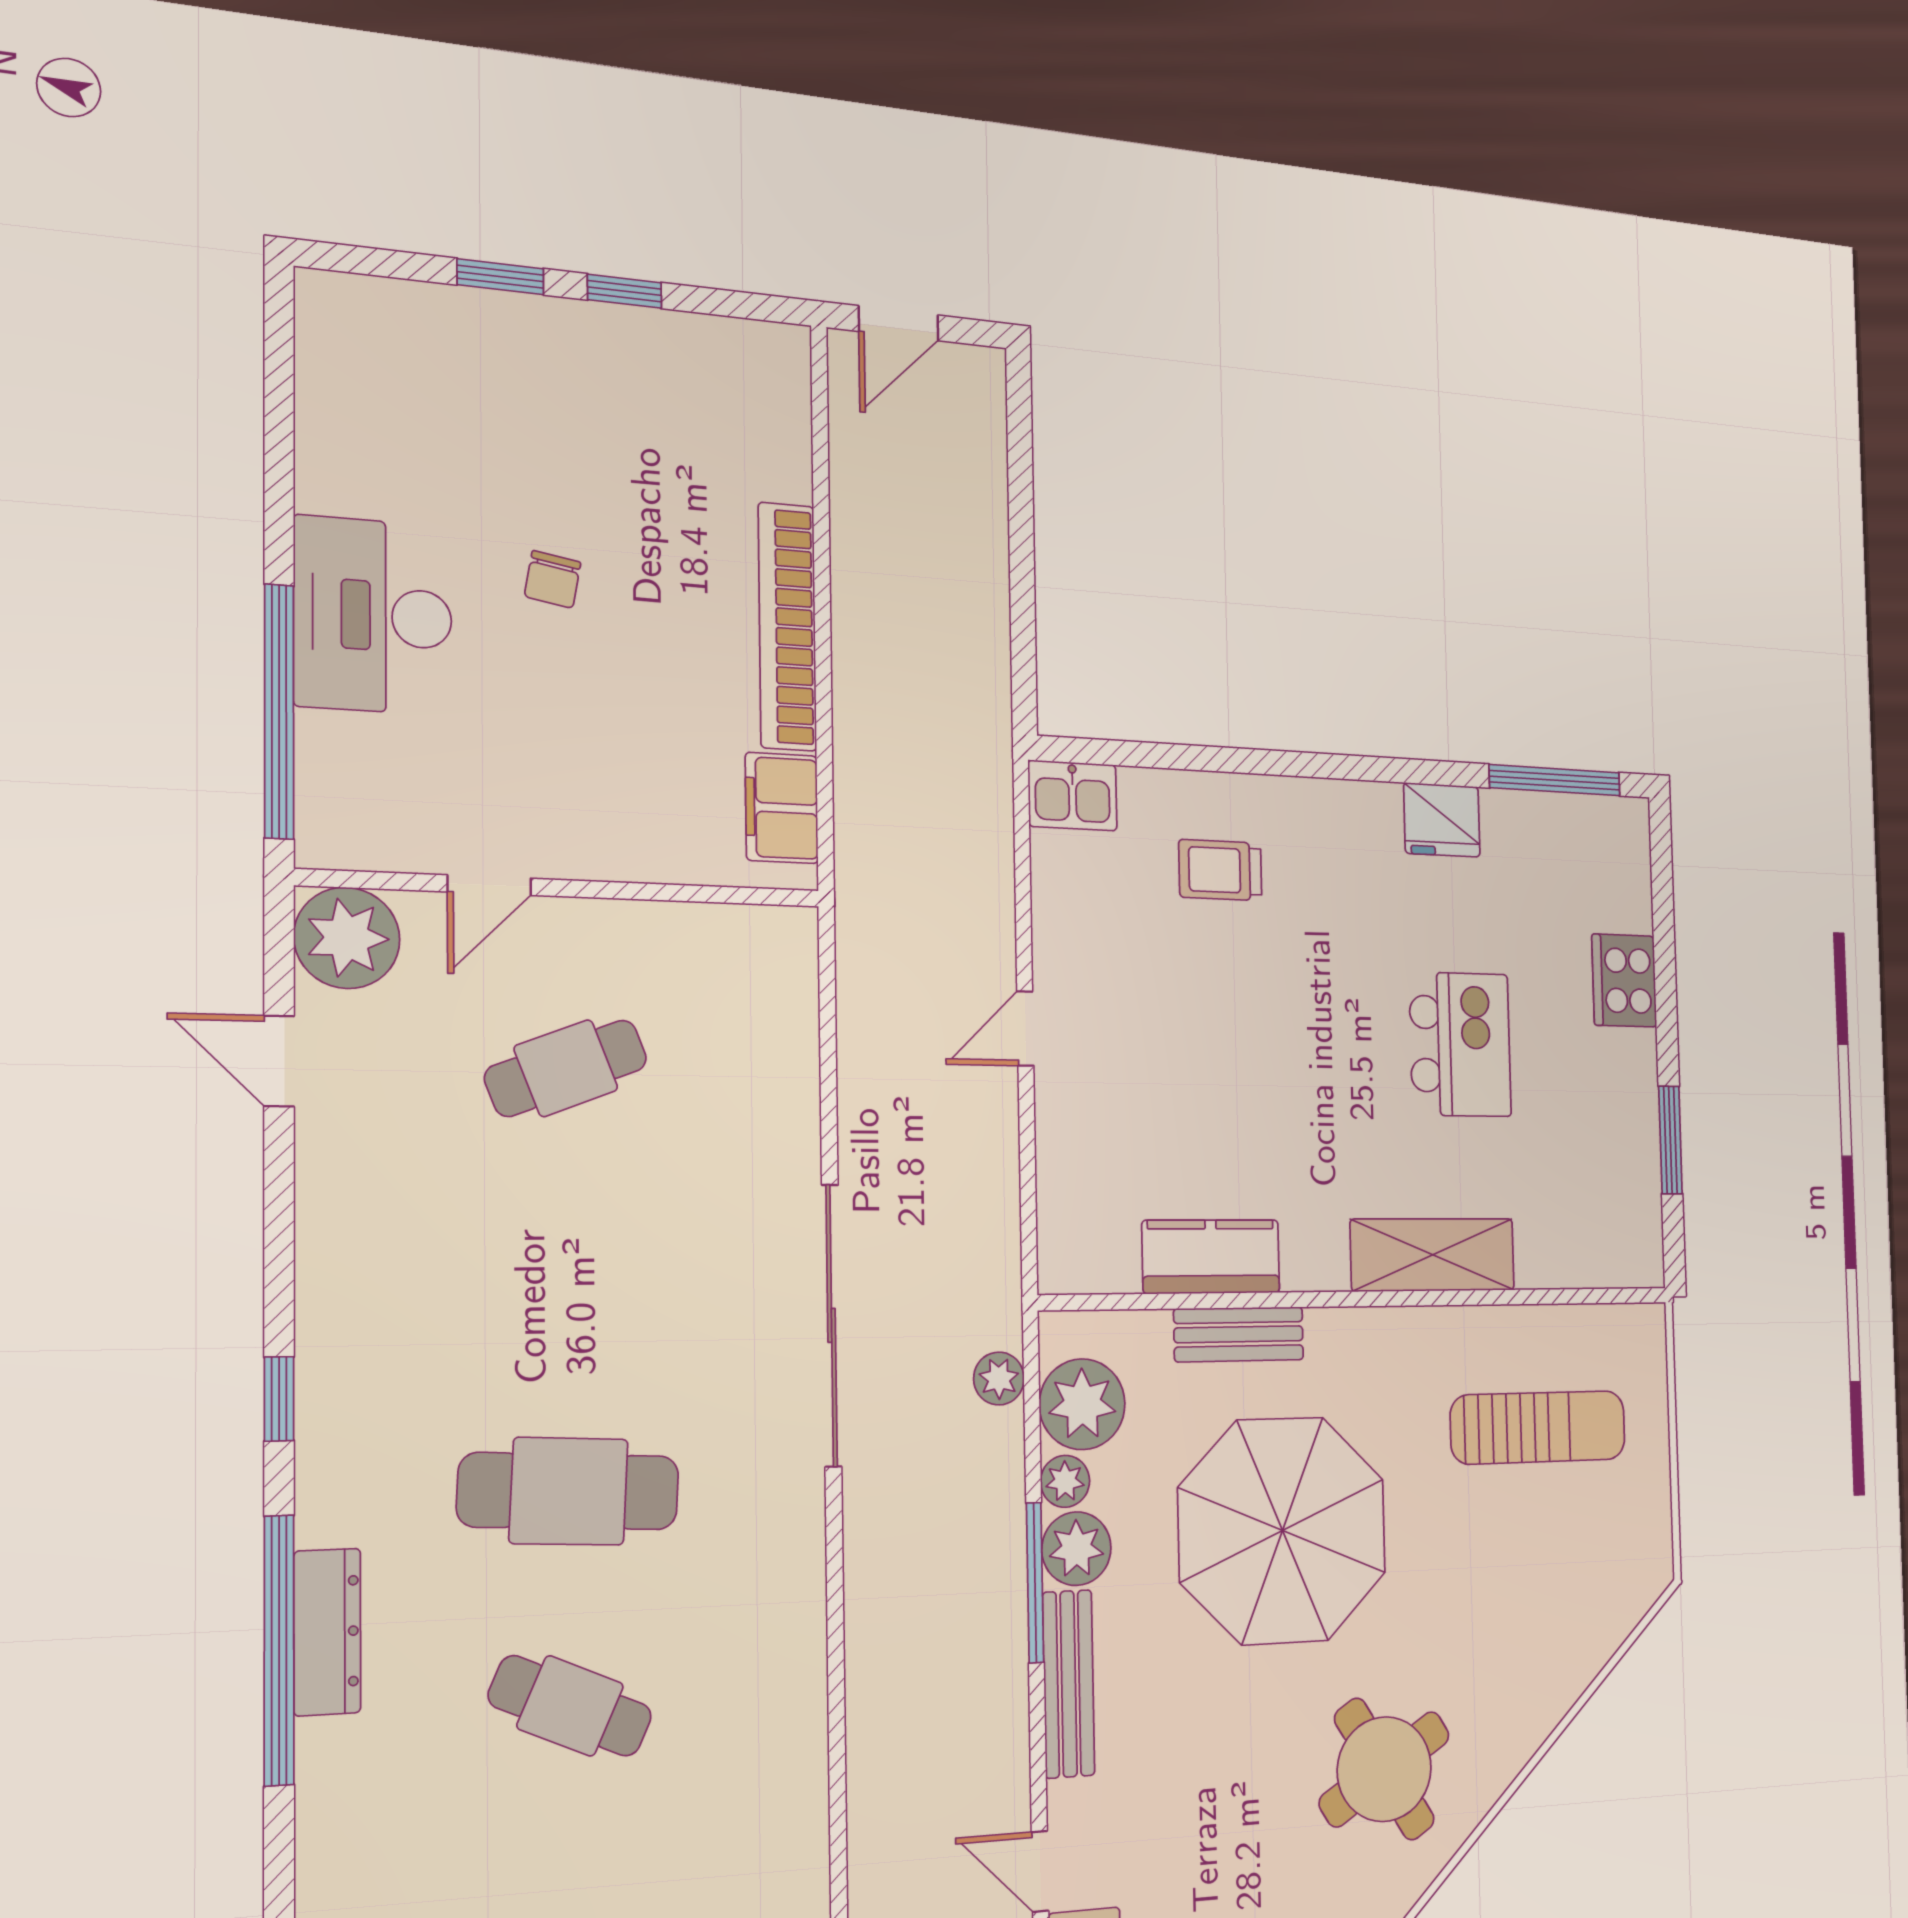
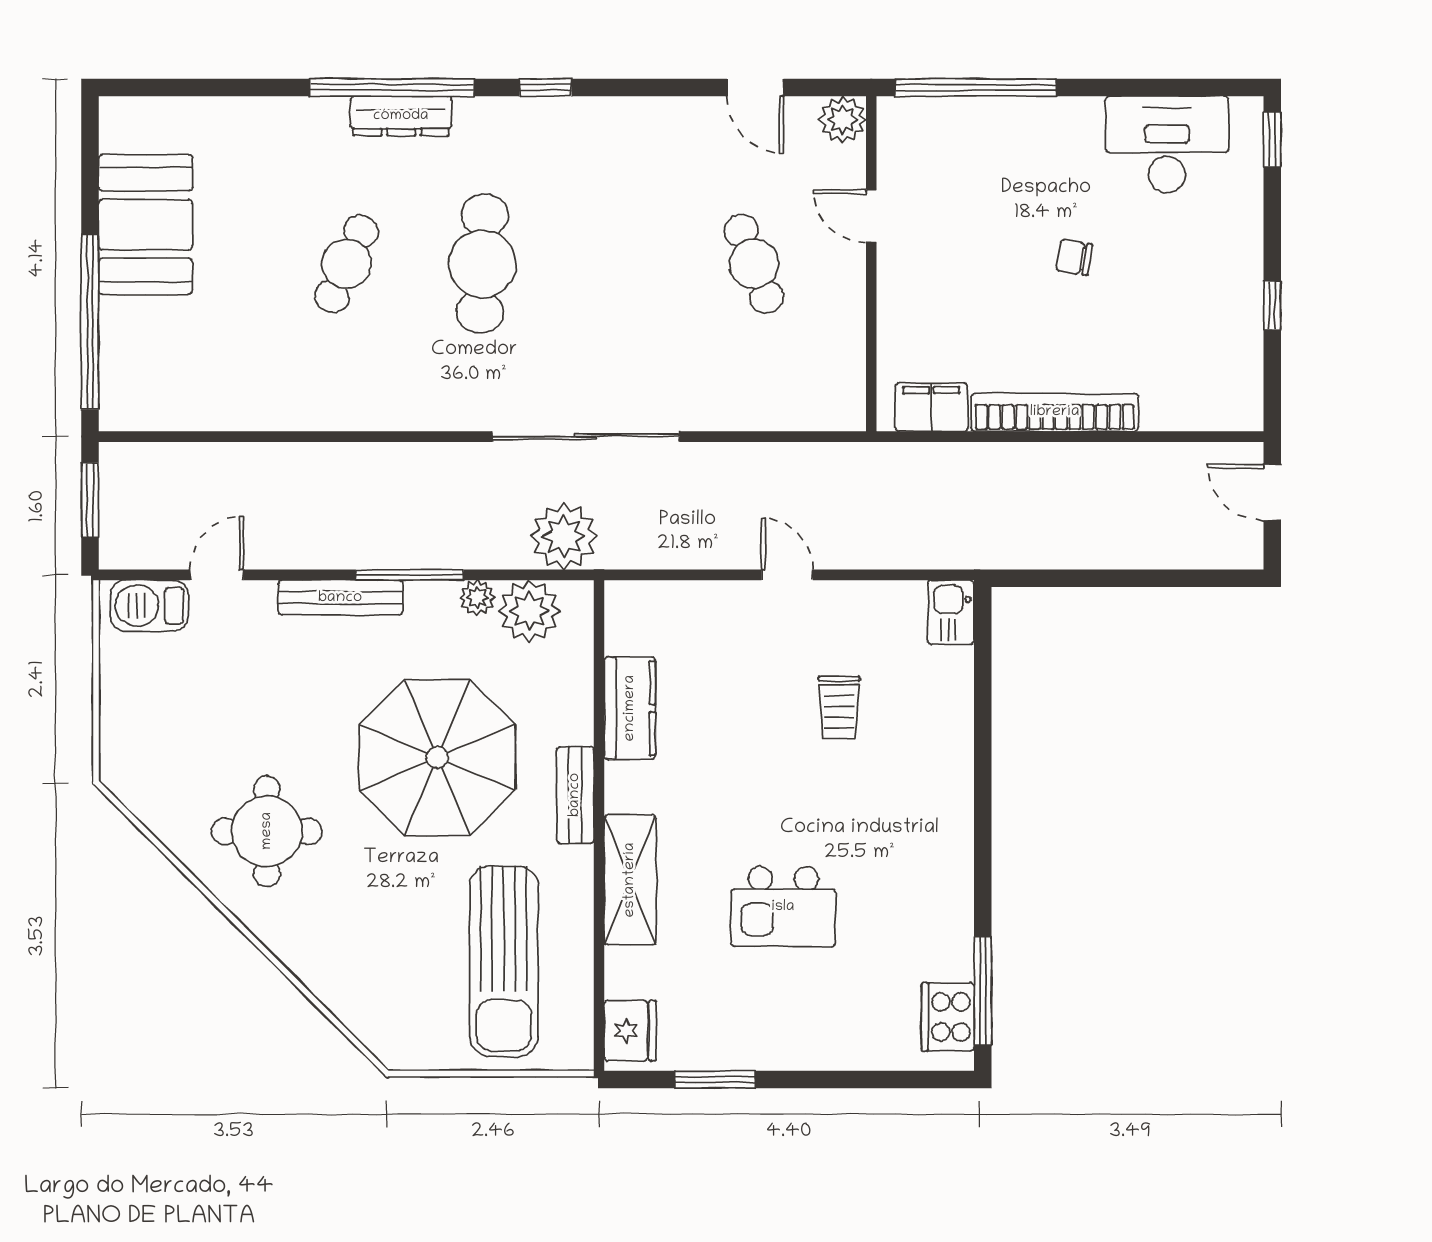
window: (500, 277) -> (1272, 140), moved
desk: (373, 616) -> (1167, 144), moved
fridge: (1442, 820) -> (630, 1031), moved, turned 180
trolley: (1220, 870) -> (839, 707), moved, turned 180
plant: (347, 938) -> (843, 120), width x0.73, depth x0.73
cooker: (1624, 981) -> (948, 1017), moved, turned -90
door: (279, 1061) -> (755, 87), swing flipped
bench: (1239, 1334) -> (575, 795), moved
plant: (999, 1378) -> (564, 536), width x1.87, depth x1.87
sun lounger: (1538, 1427) -> (504, 961), width x1.36, depth x1.34
plant: (1076, 1549) -> (431, 605), removed
round table: (1384, 1769) -> (267, 831), turned 32

